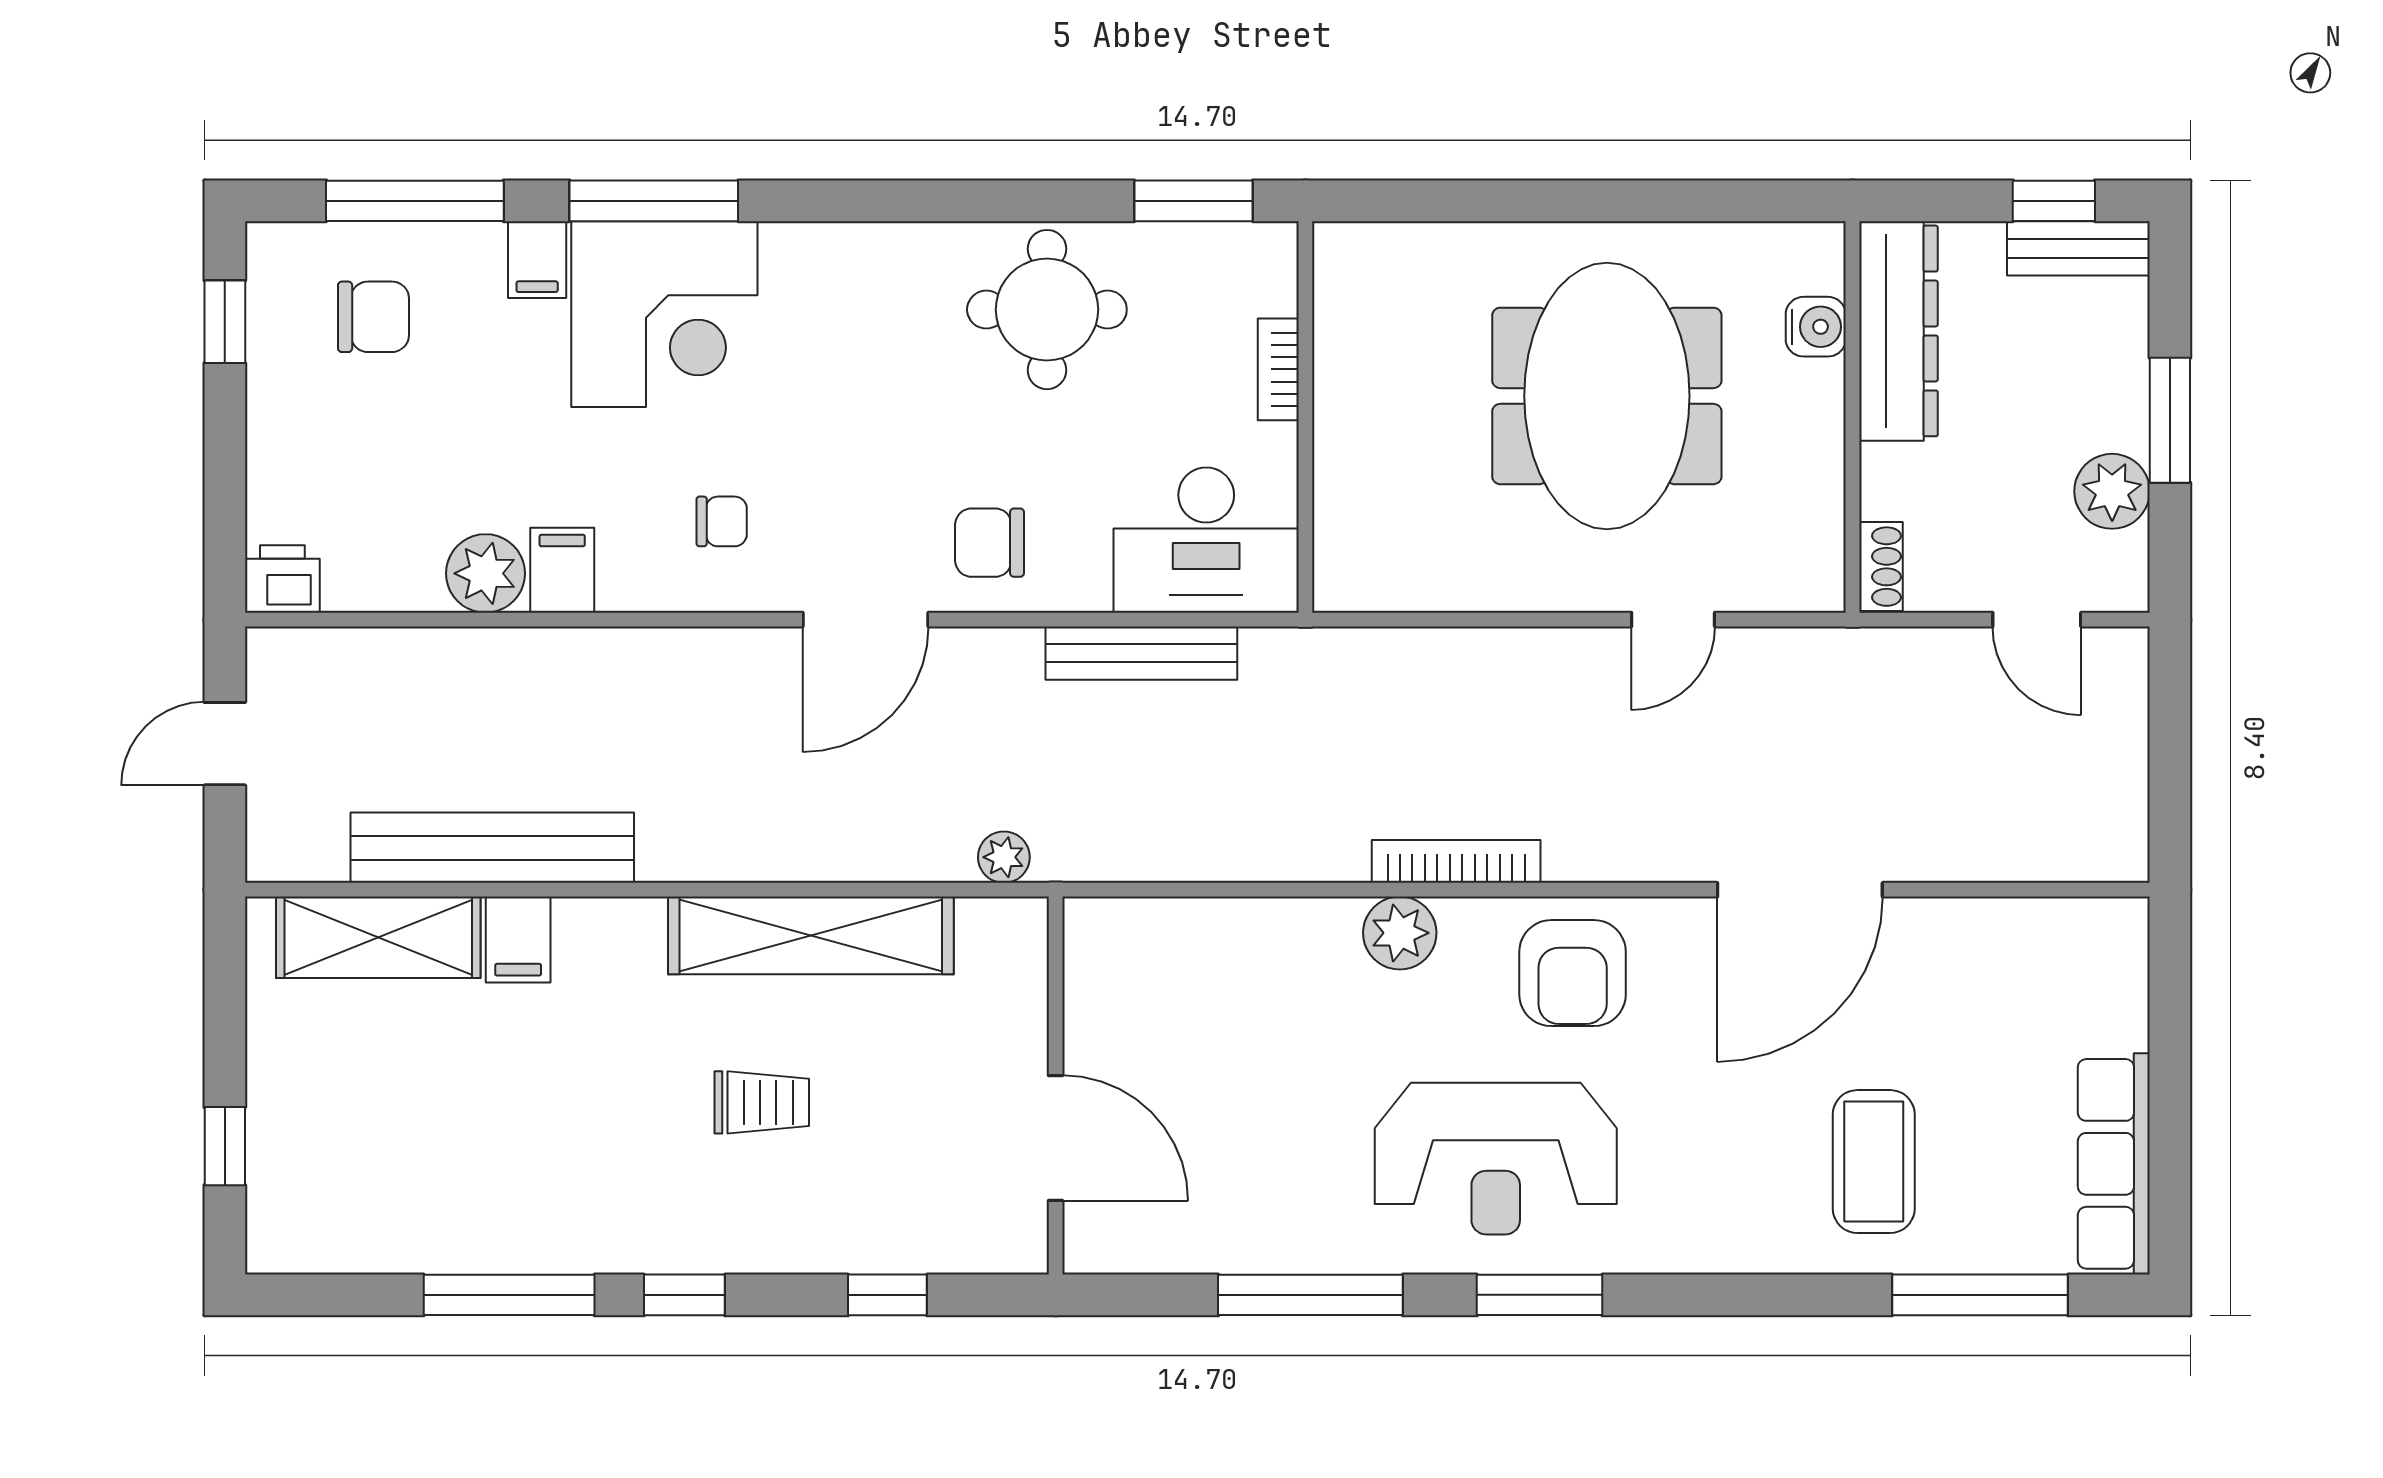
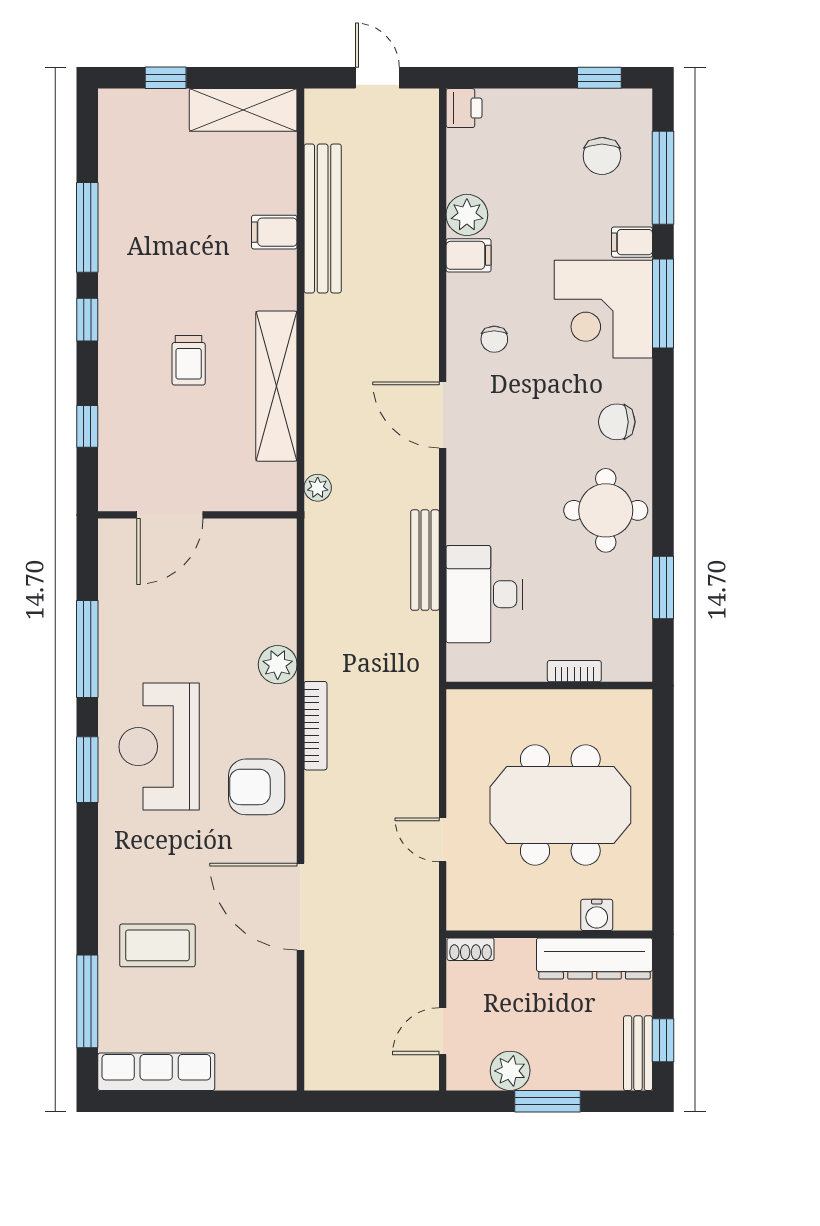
bookcase: (1278, 369) -> (574, 671), moved
wall: (1305, 417) -> (549, 685), moved
chair: (990, 543) -> (617, 422), moved, turned -90
plant: (1400, 933) -> (278, 665), moved
shelving: (378, 937) -> (243, 110), moved, turned 90

